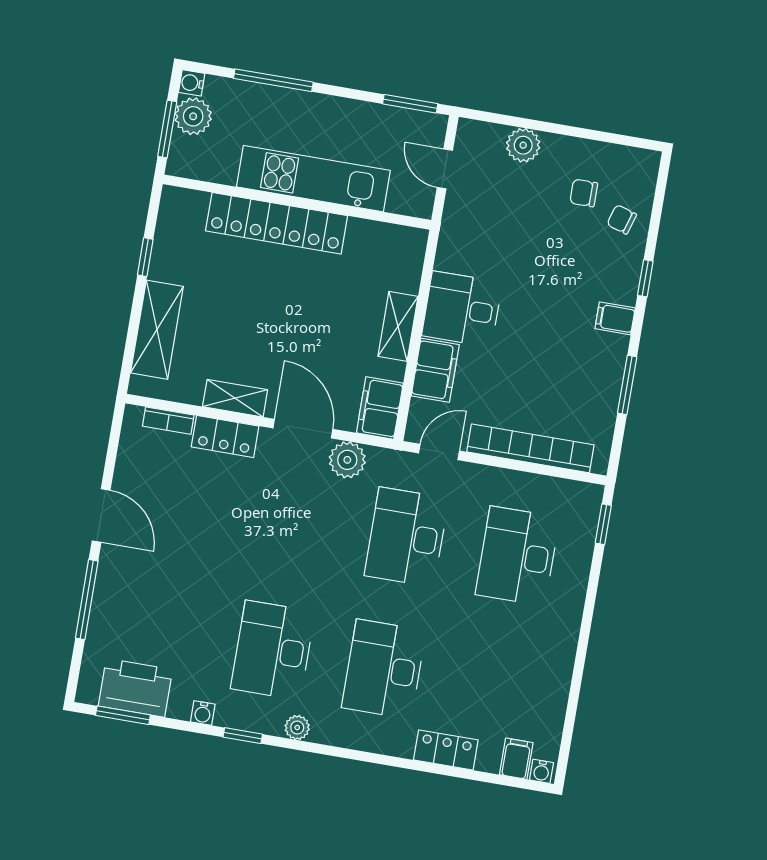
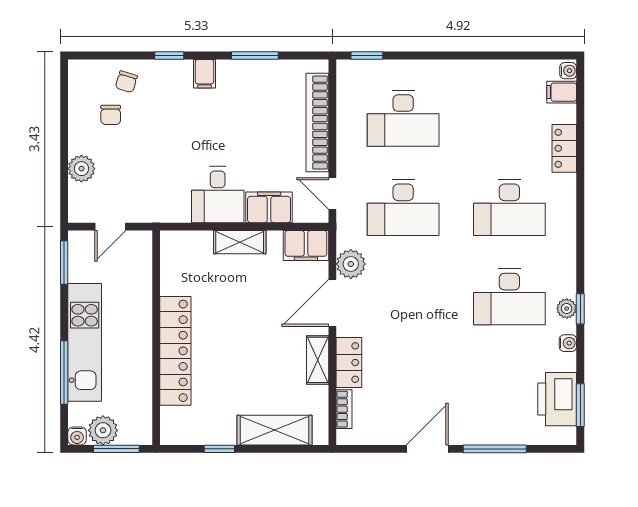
kitchen unit: (313, 179) -> (85, 342), moved, turned 180
plant: (297, 728) -> (567, 309), moved

